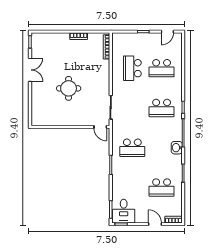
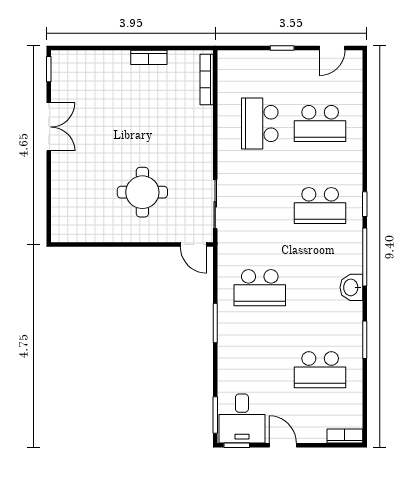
round table: (69, 88) -> (142, 192), moved
door: (155, 224) -> (283, 445), moved

